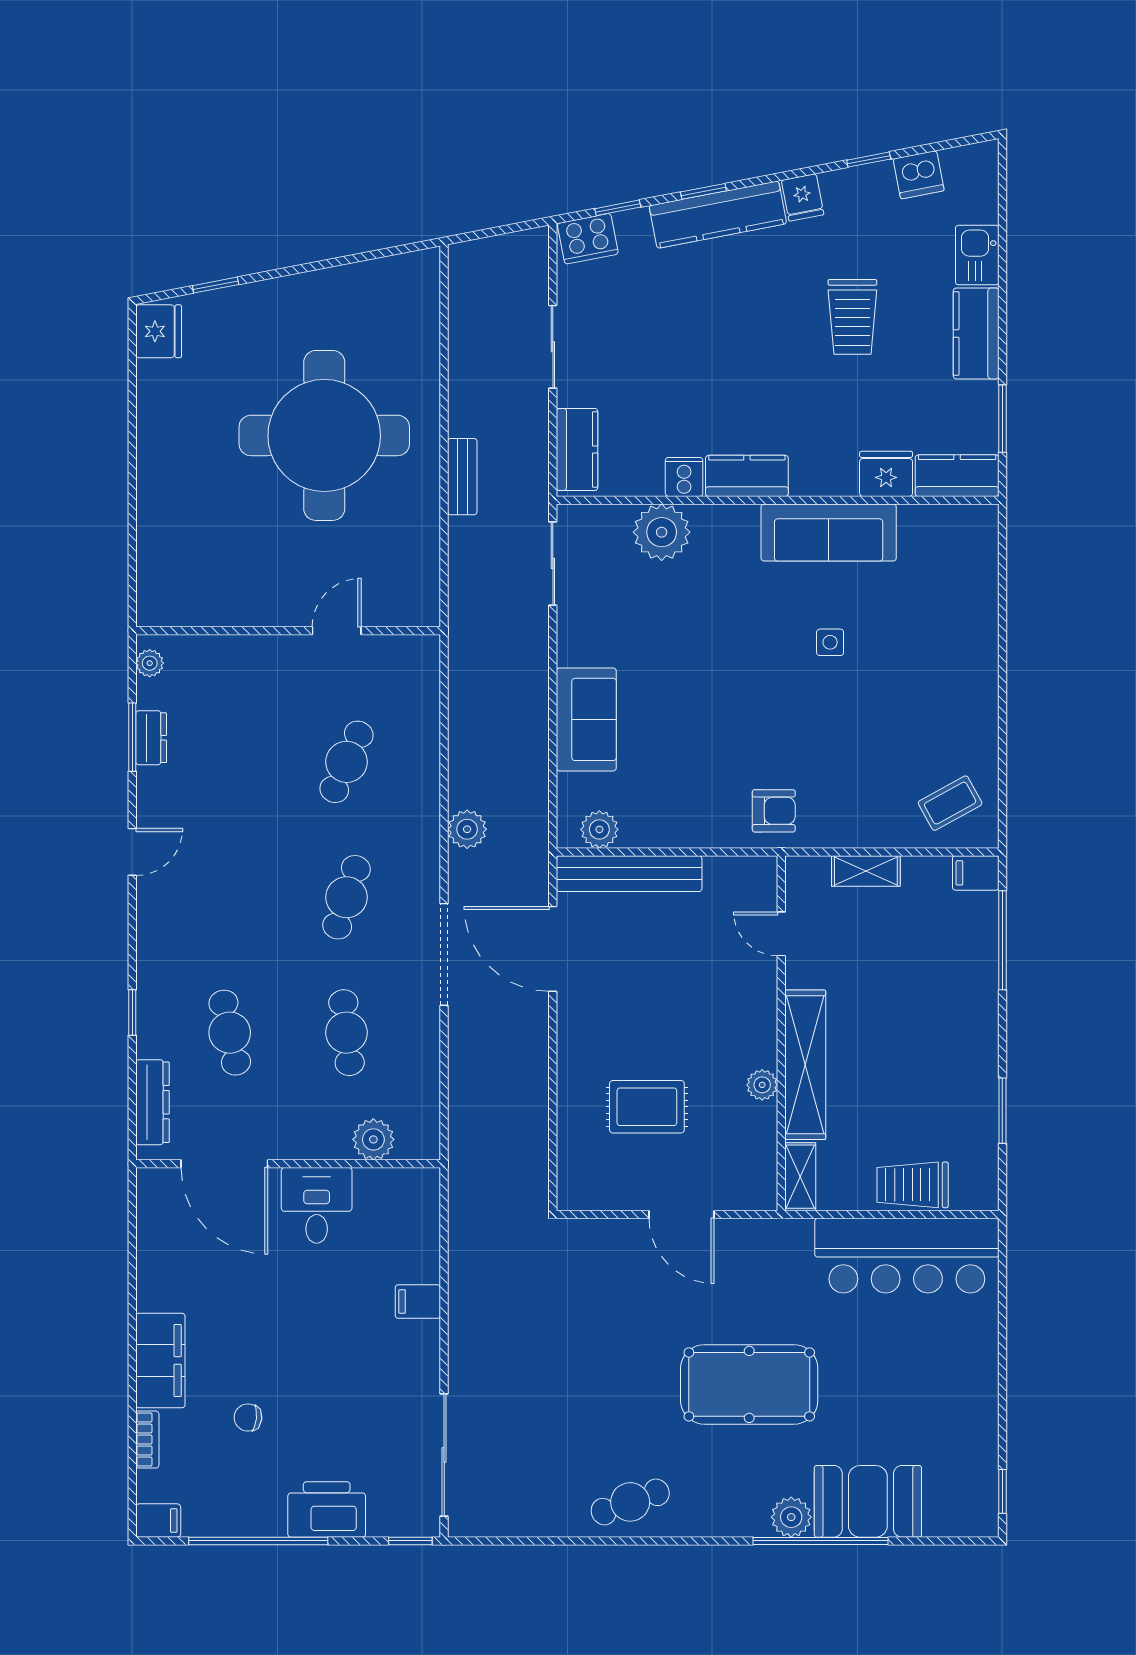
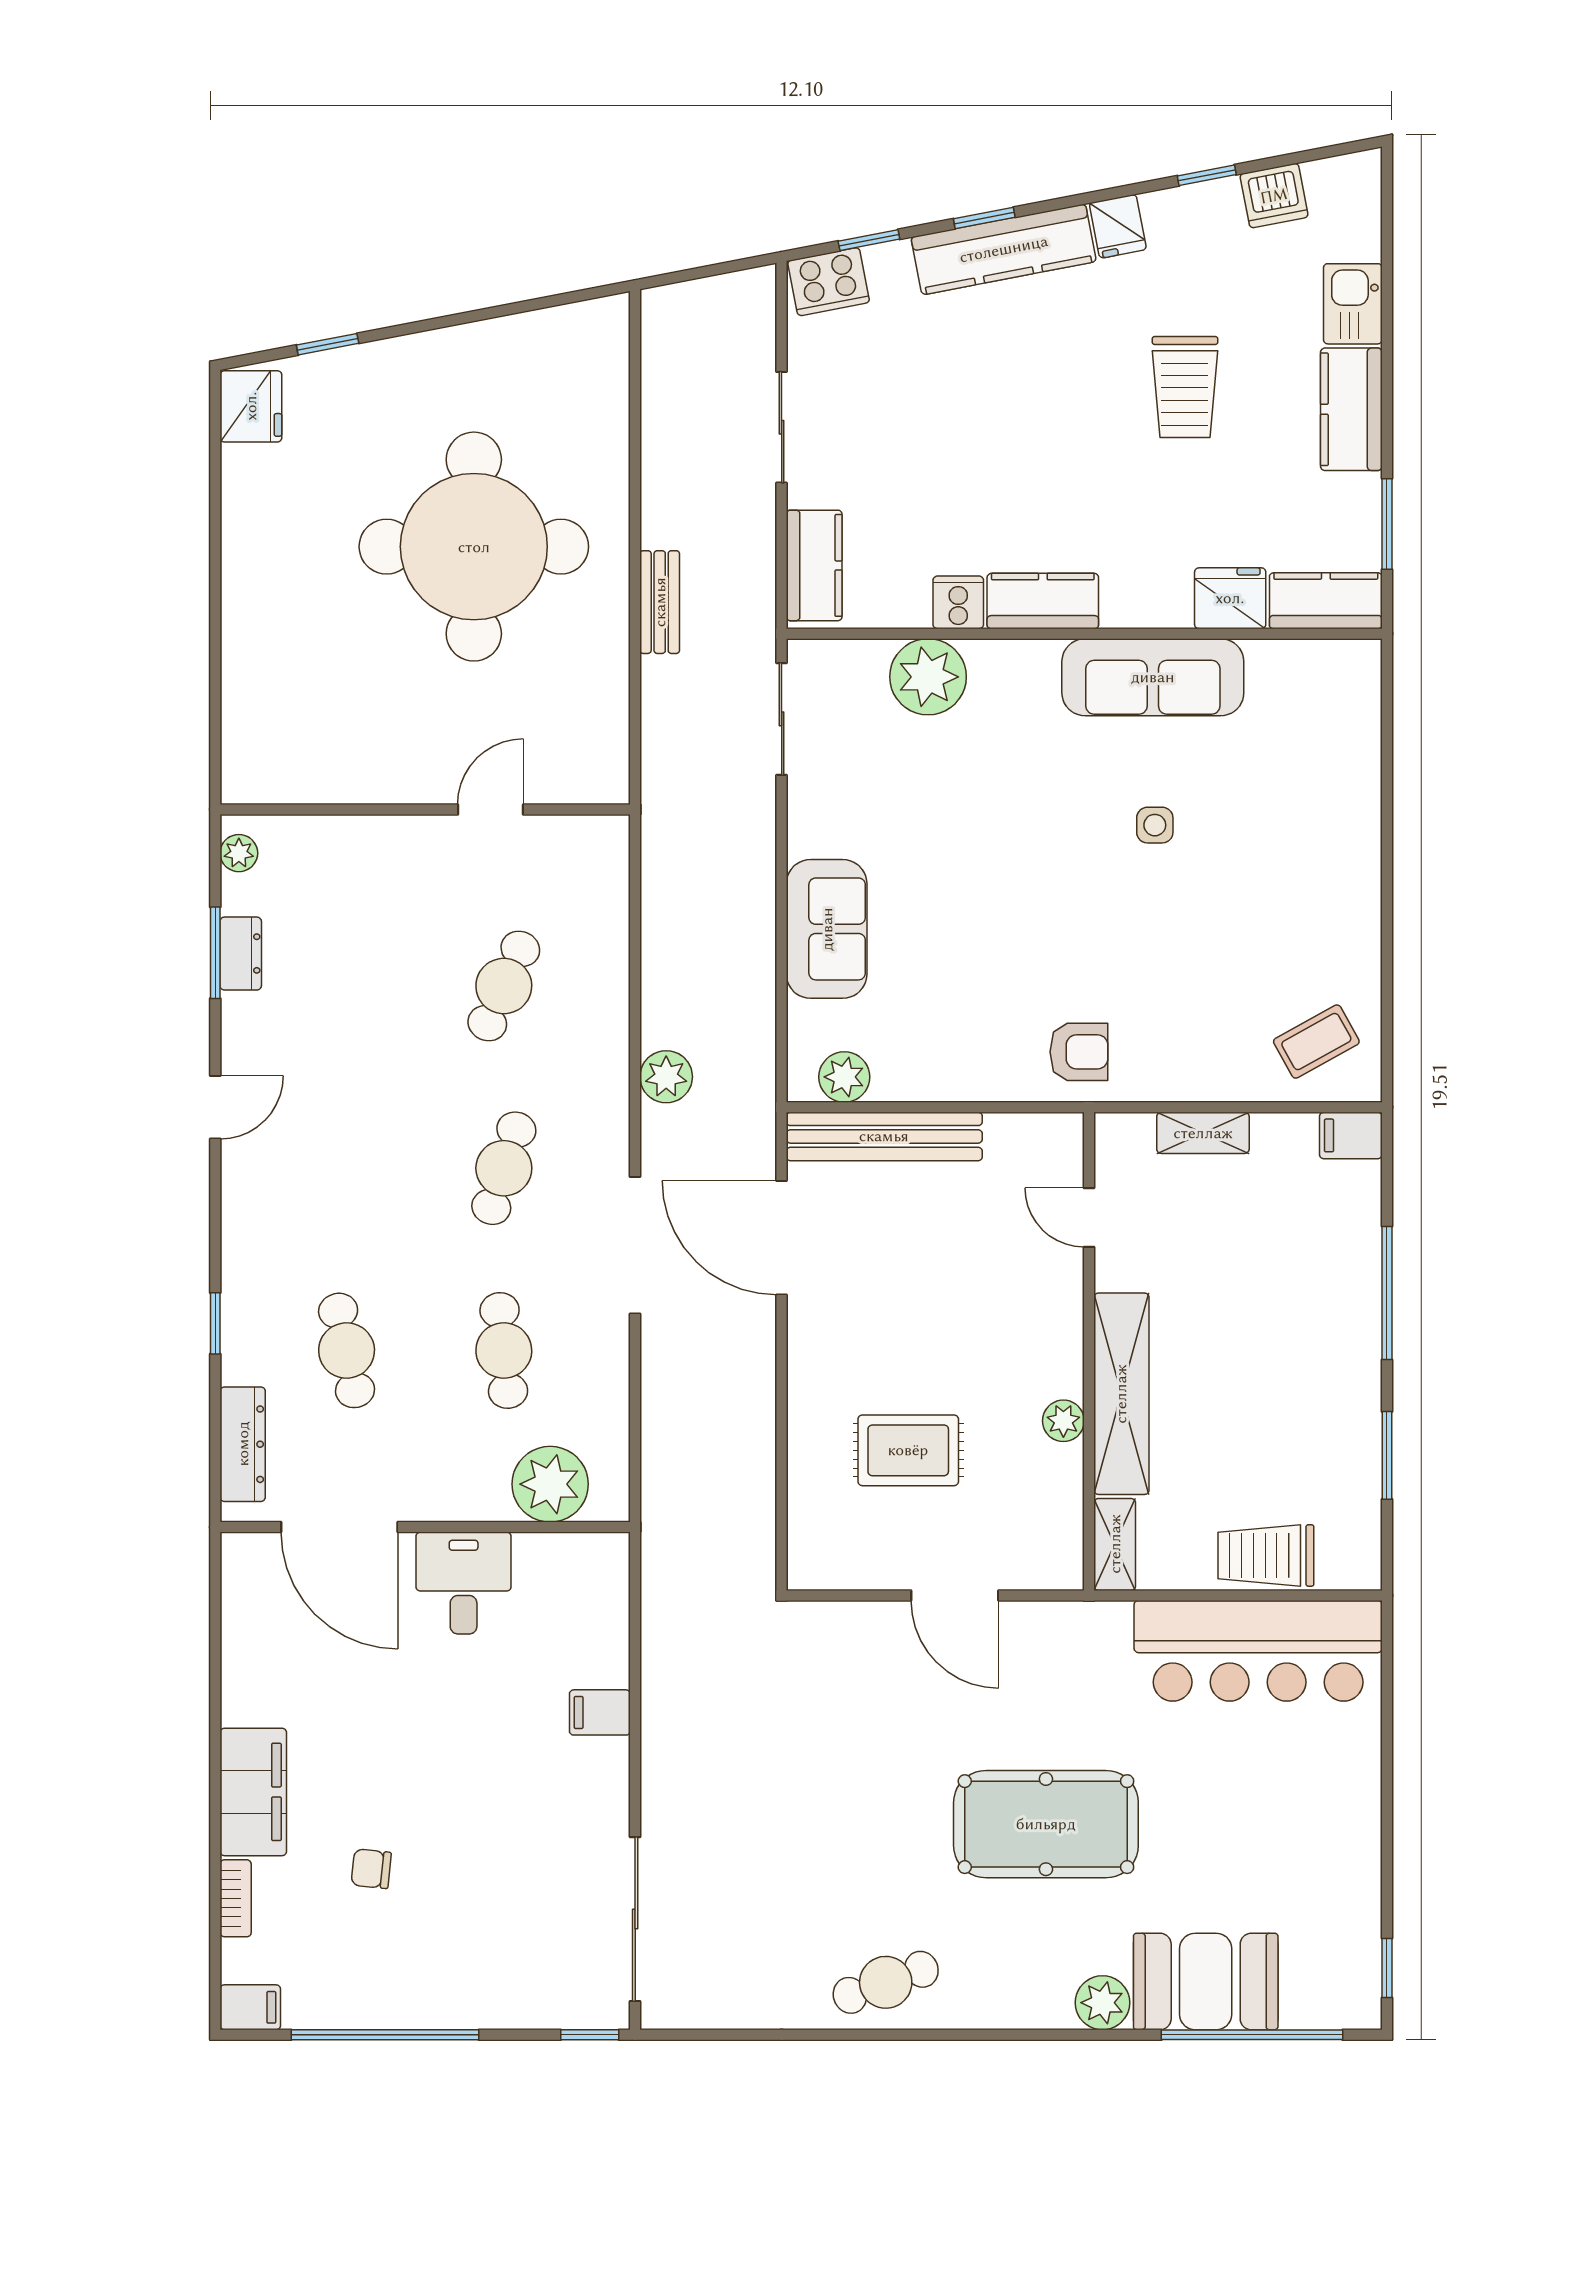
window: (1002, 940) -> (1387, 1293), moved
plant: (373, 1139) -> (550, 1484), width x1.36, depth x1.36
printer: (327, 1509) -> (477, 1992), removed
window: (820, 1541) -> (1252, 2035), moved

